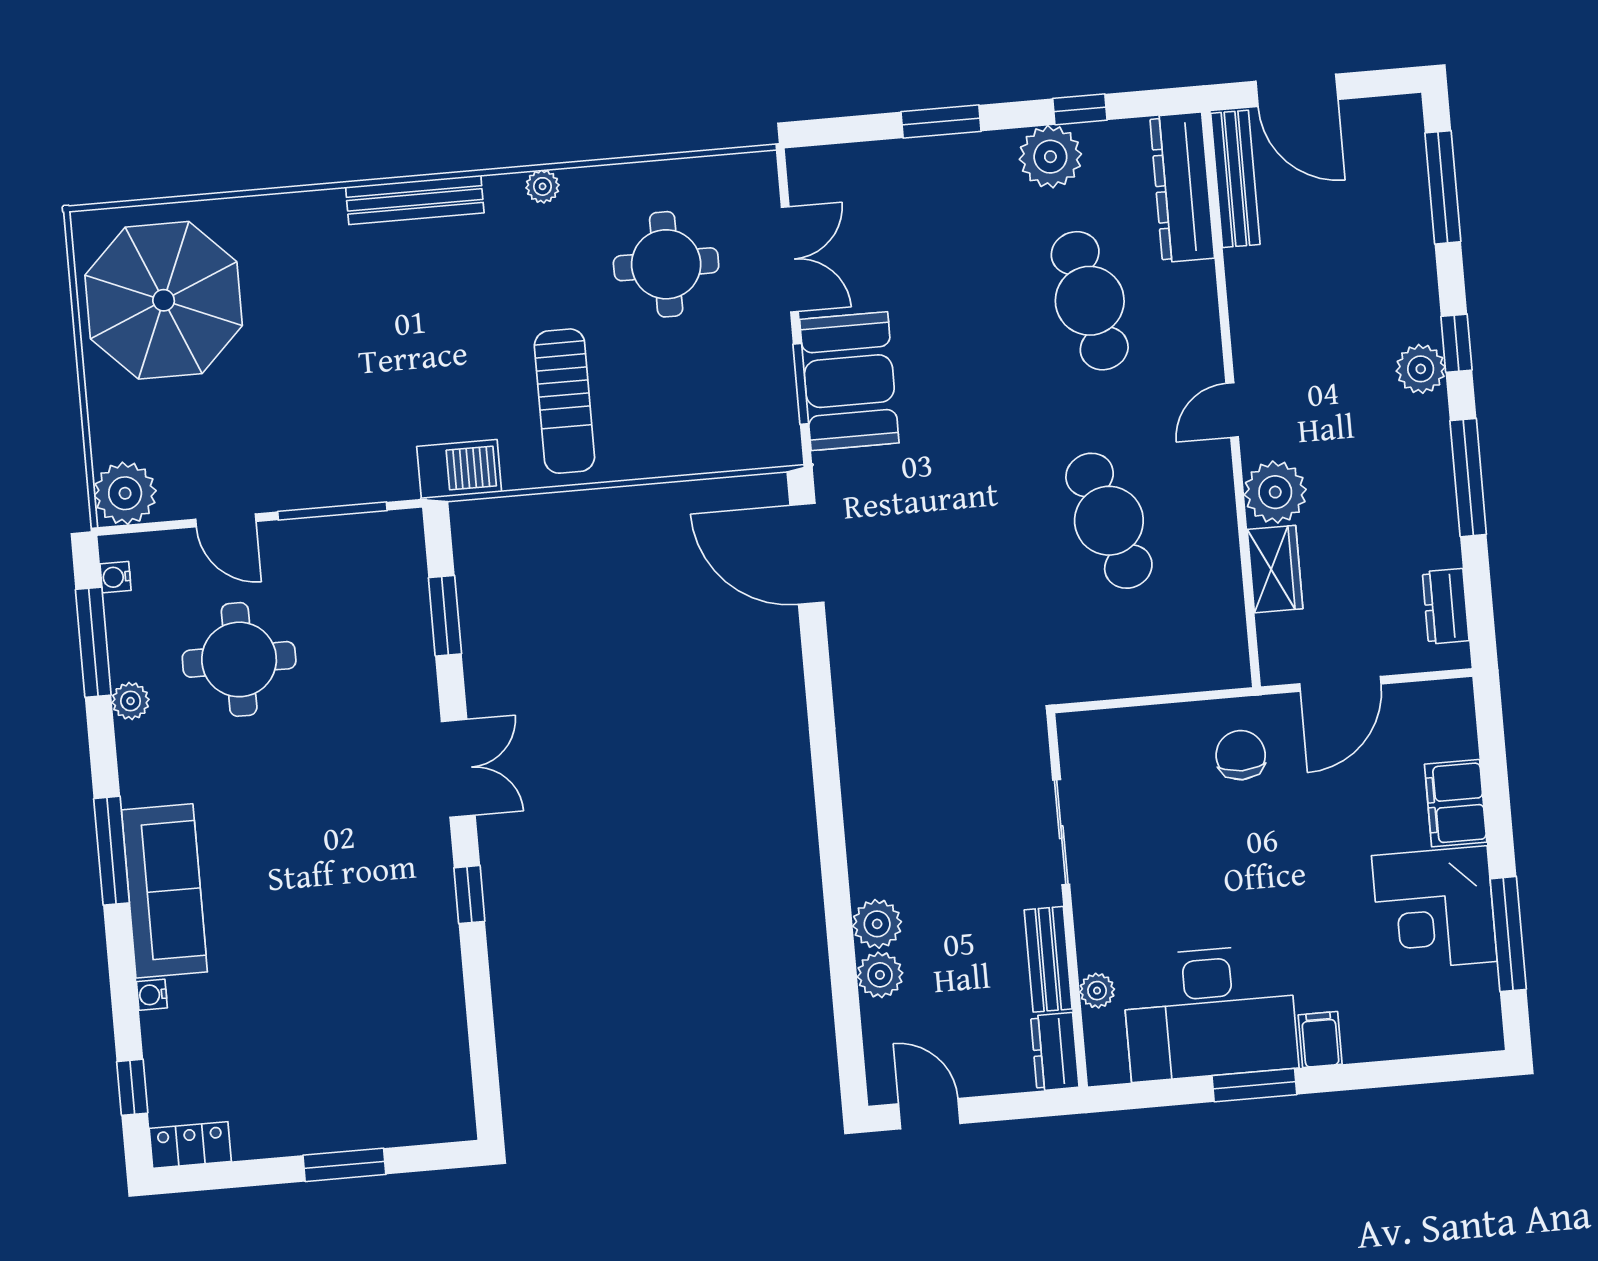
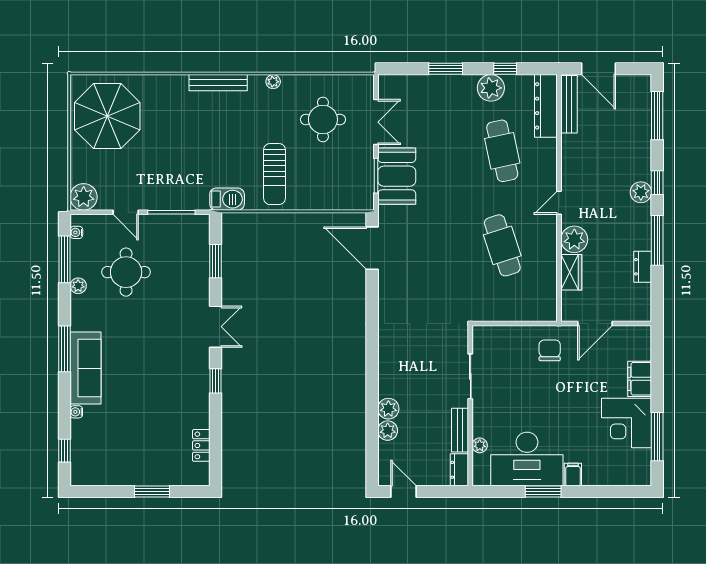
dresser: (1446, 606) -> (643, 267), moved
locker: (190, 1145) -> (201, 445), moved, turned -90

